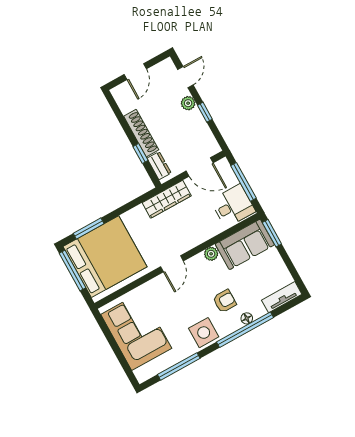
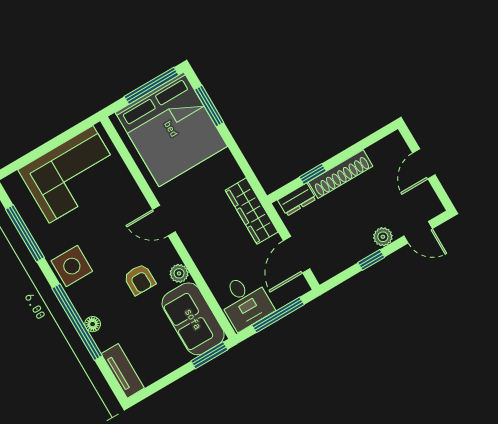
door: (135, 72) -> (424, 164), hinge flipped
armchair: (225, 301) -> (140, 279), moved

